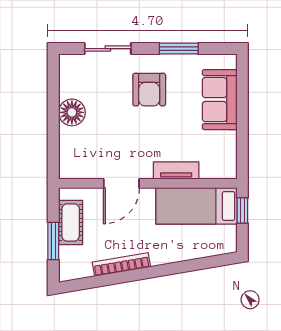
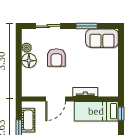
plant: (68, 88) -> (27, 48), added
armchair: (149, 90) -> (56, 58), moved
sofa: (220, 100) -> (102, 38), moved, turned -90

